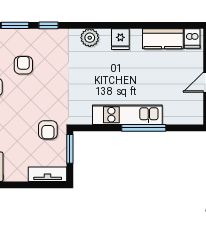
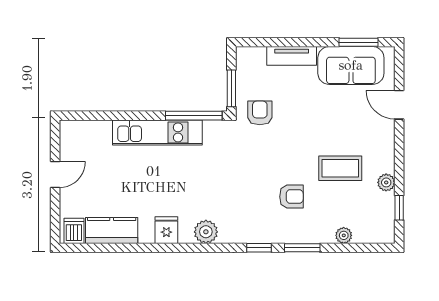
armchair: (23, 65) -> (291, 197), turned -90
window: (144, 128) -> (194, 116), moved
tv unit: (48, 174) -> (292, 56), moved

